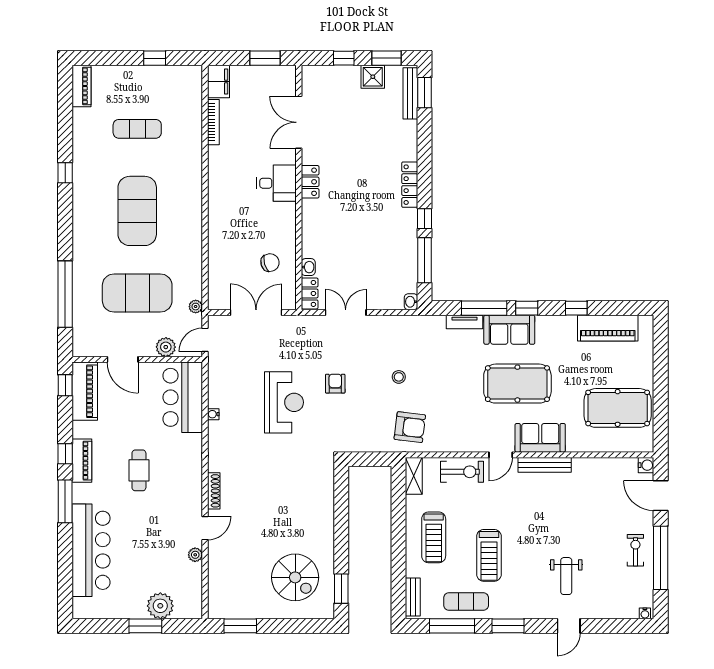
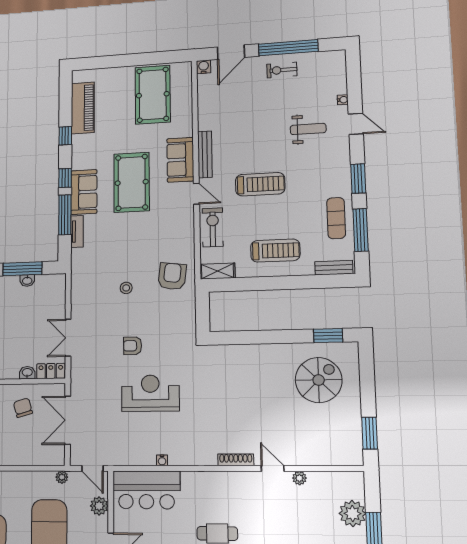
washbasin: (411, 302) -> (27, 281), moved
treadmill: (489, 555) -> (260, 184), moved
water cooler: (645, 613) -> (343, 100), moved

